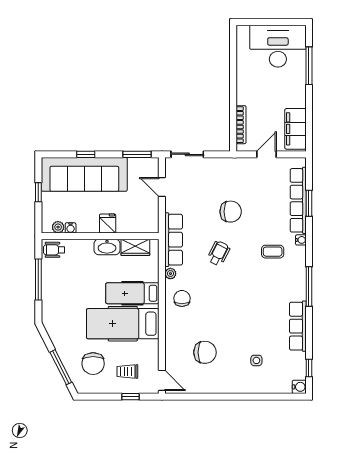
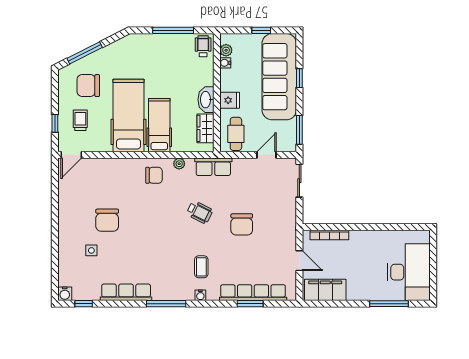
cafe table: (141, 217) -> (236, 134), added
row of seats: (174, 240) -> (213, 167), width x0.68
water cooler: (301, 240) -> (200, 295), moved
chair: (205, 352) -> (107, 220), moved

